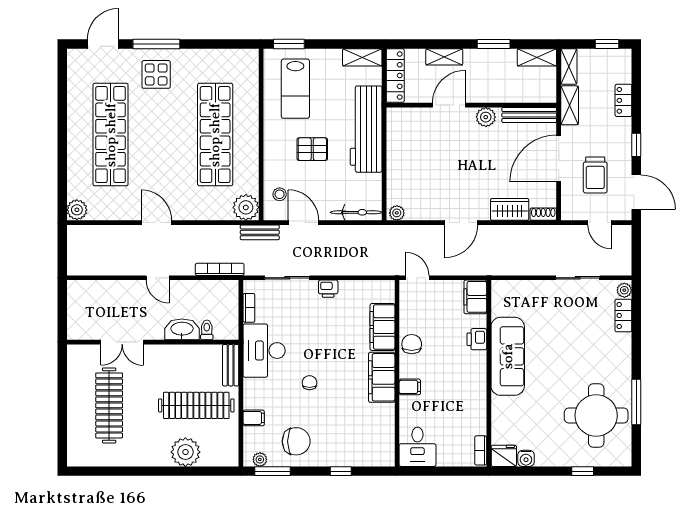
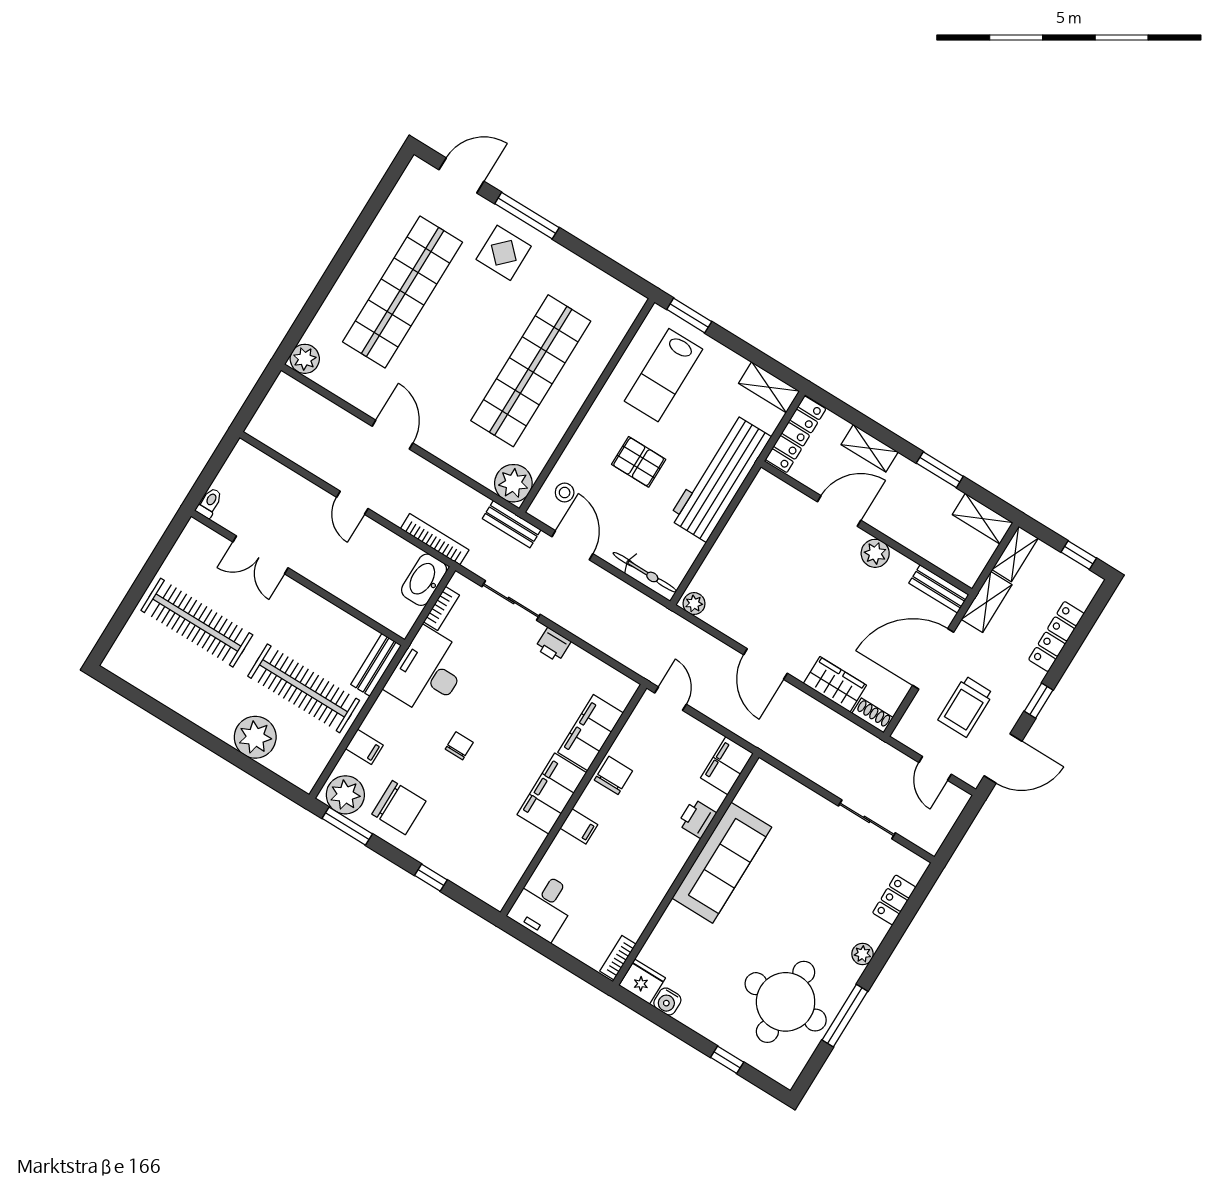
locker: (623, 100) -> (1056, 637), width x1.53
bench: (529, 115) -> (939, 589), width x0.73
door: (636, 192) -> (1003, 759), hinge flipped
door: (461, 223) -> (765, 664), hinge flipped
plant: (624, 290) -> (863, 954), moved
washbasin: (182, 329) -> (424, 580), moved, turned -90
toilet: (207, 330) -> (209, 503), moved
clothes rail: (109, 405) -> (197, 623), turned 90
plant: (260, 459) -> (345, 795), width x1.87, depth x1.87

